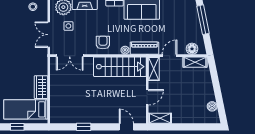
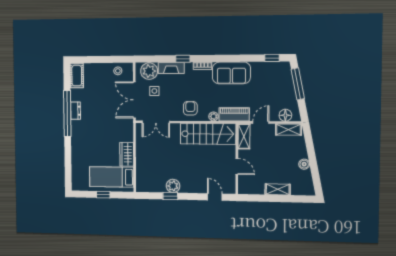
double door: (49, 35) -> (134, 100), width x1.37
door: (147, 97) -> (237, 166), hinge flipped
boiler: (212, 106) -> (304, 164), moved
plant: (86, 117) -> (173, 186), added
shelving: (160, 118) -> (278, 189), moved

